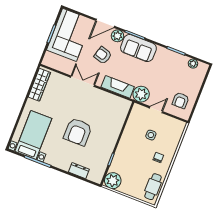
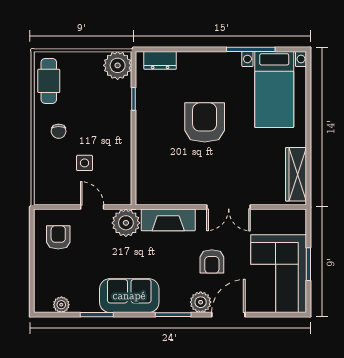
sofa: (138, 48) -> (129, 296), moved
armchair: (103, 55) -> (212, 261), turned 74
door: (156, 110) -> (92, 207), swing flipped
dresser: (79, 171) -> (160, 60), moved

